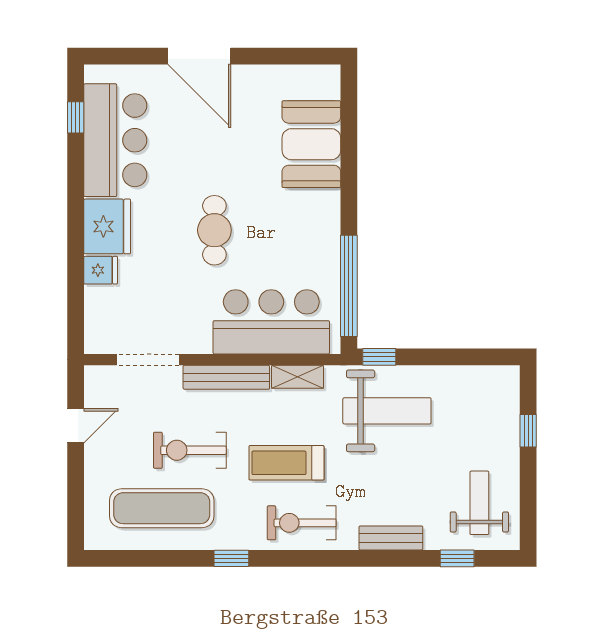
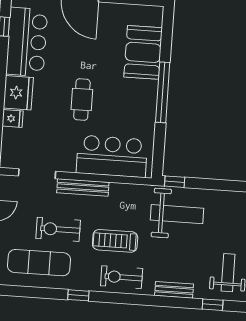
window: (349, 286) -> (163, 92), moved
shelving: (297, 377) -> (125, 190), removed

